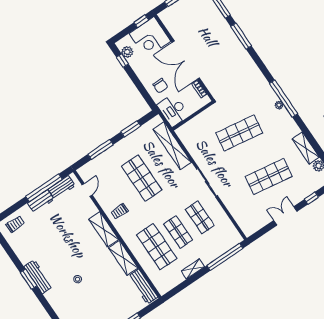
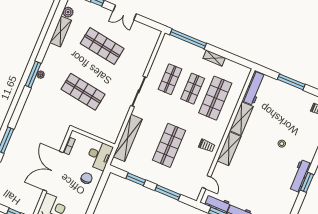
double door: (186, 60) -> (53, 171), swing flipped
window: (283, 99) -> (33, 74), width x0.68
door: (87, 190) -> (206, 182), swing flipped

